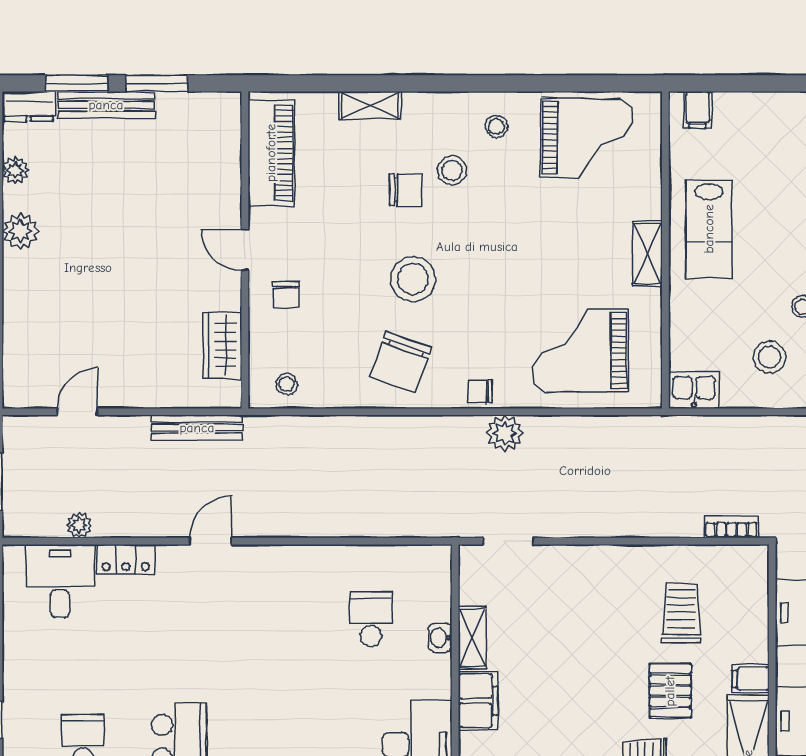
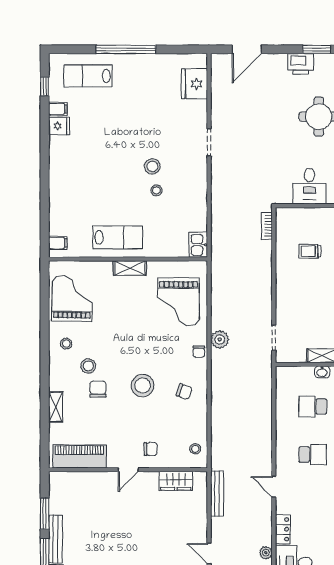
stool: (769, 357) -> (182, 207), removed
chair: (401, 362) -> (184, 392), width x0.54, depth x0.54
trolley: (681, 613) -> (310, 251), width x0.73, depth x0.72
school desk: (275, 619) -> (313, 455), added

